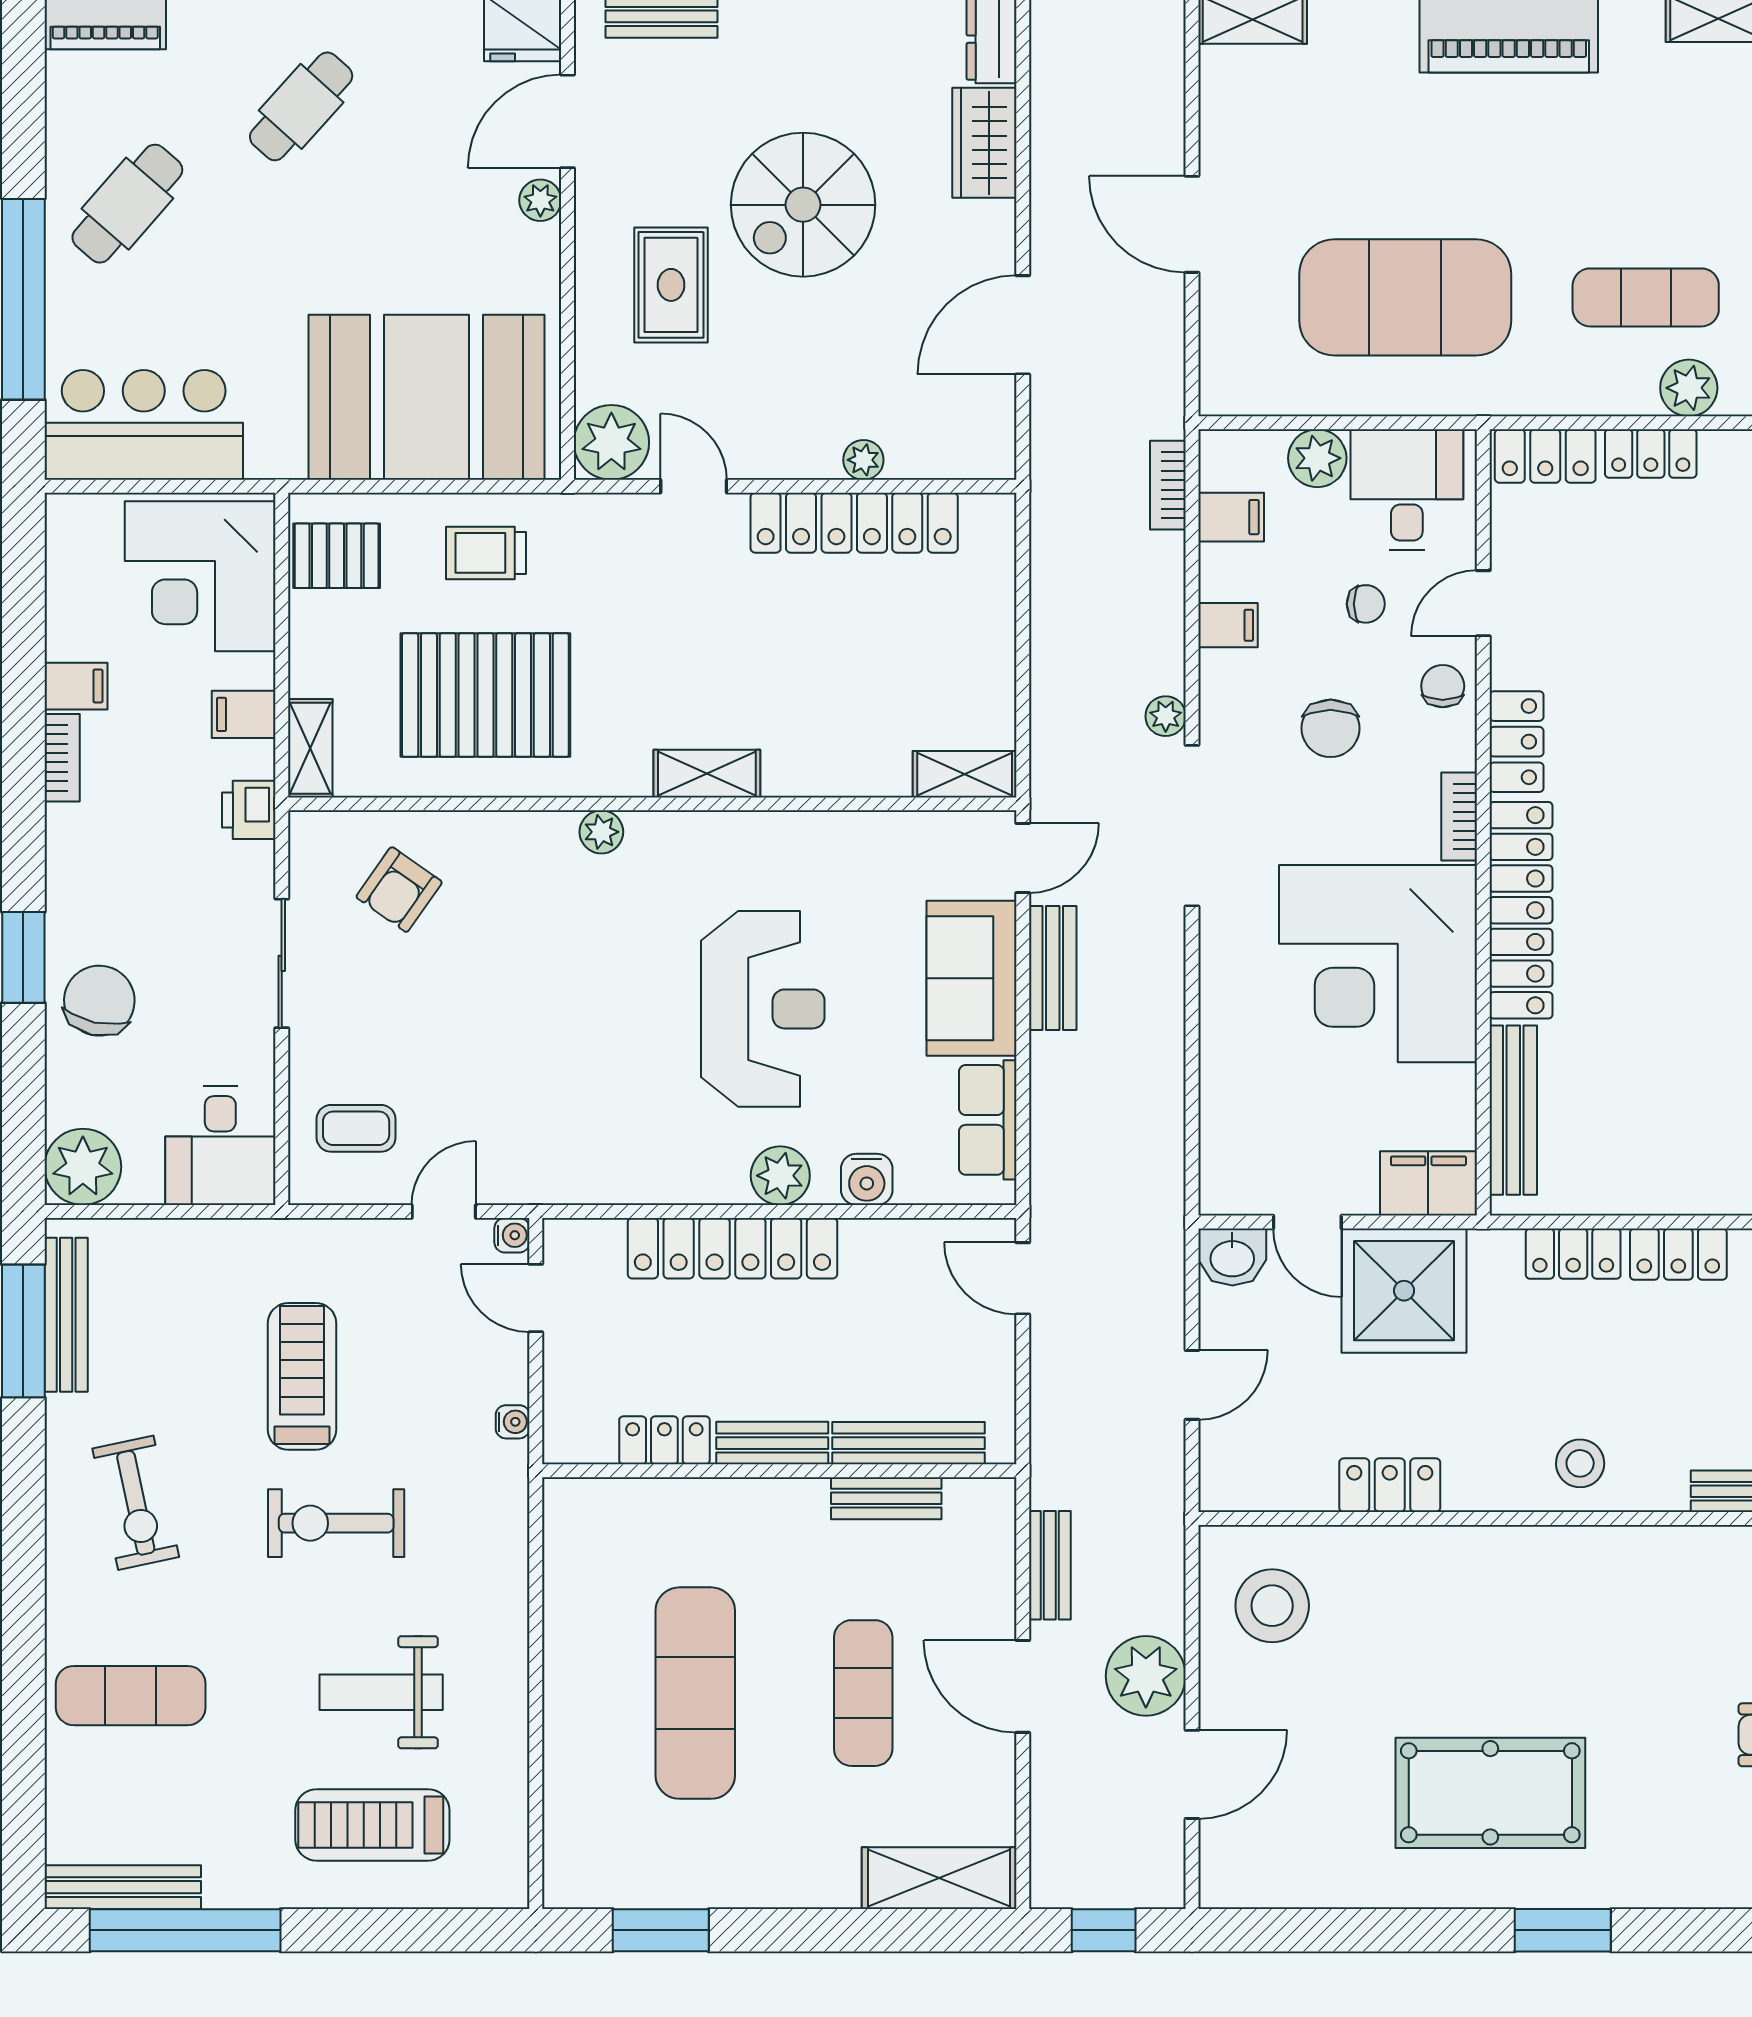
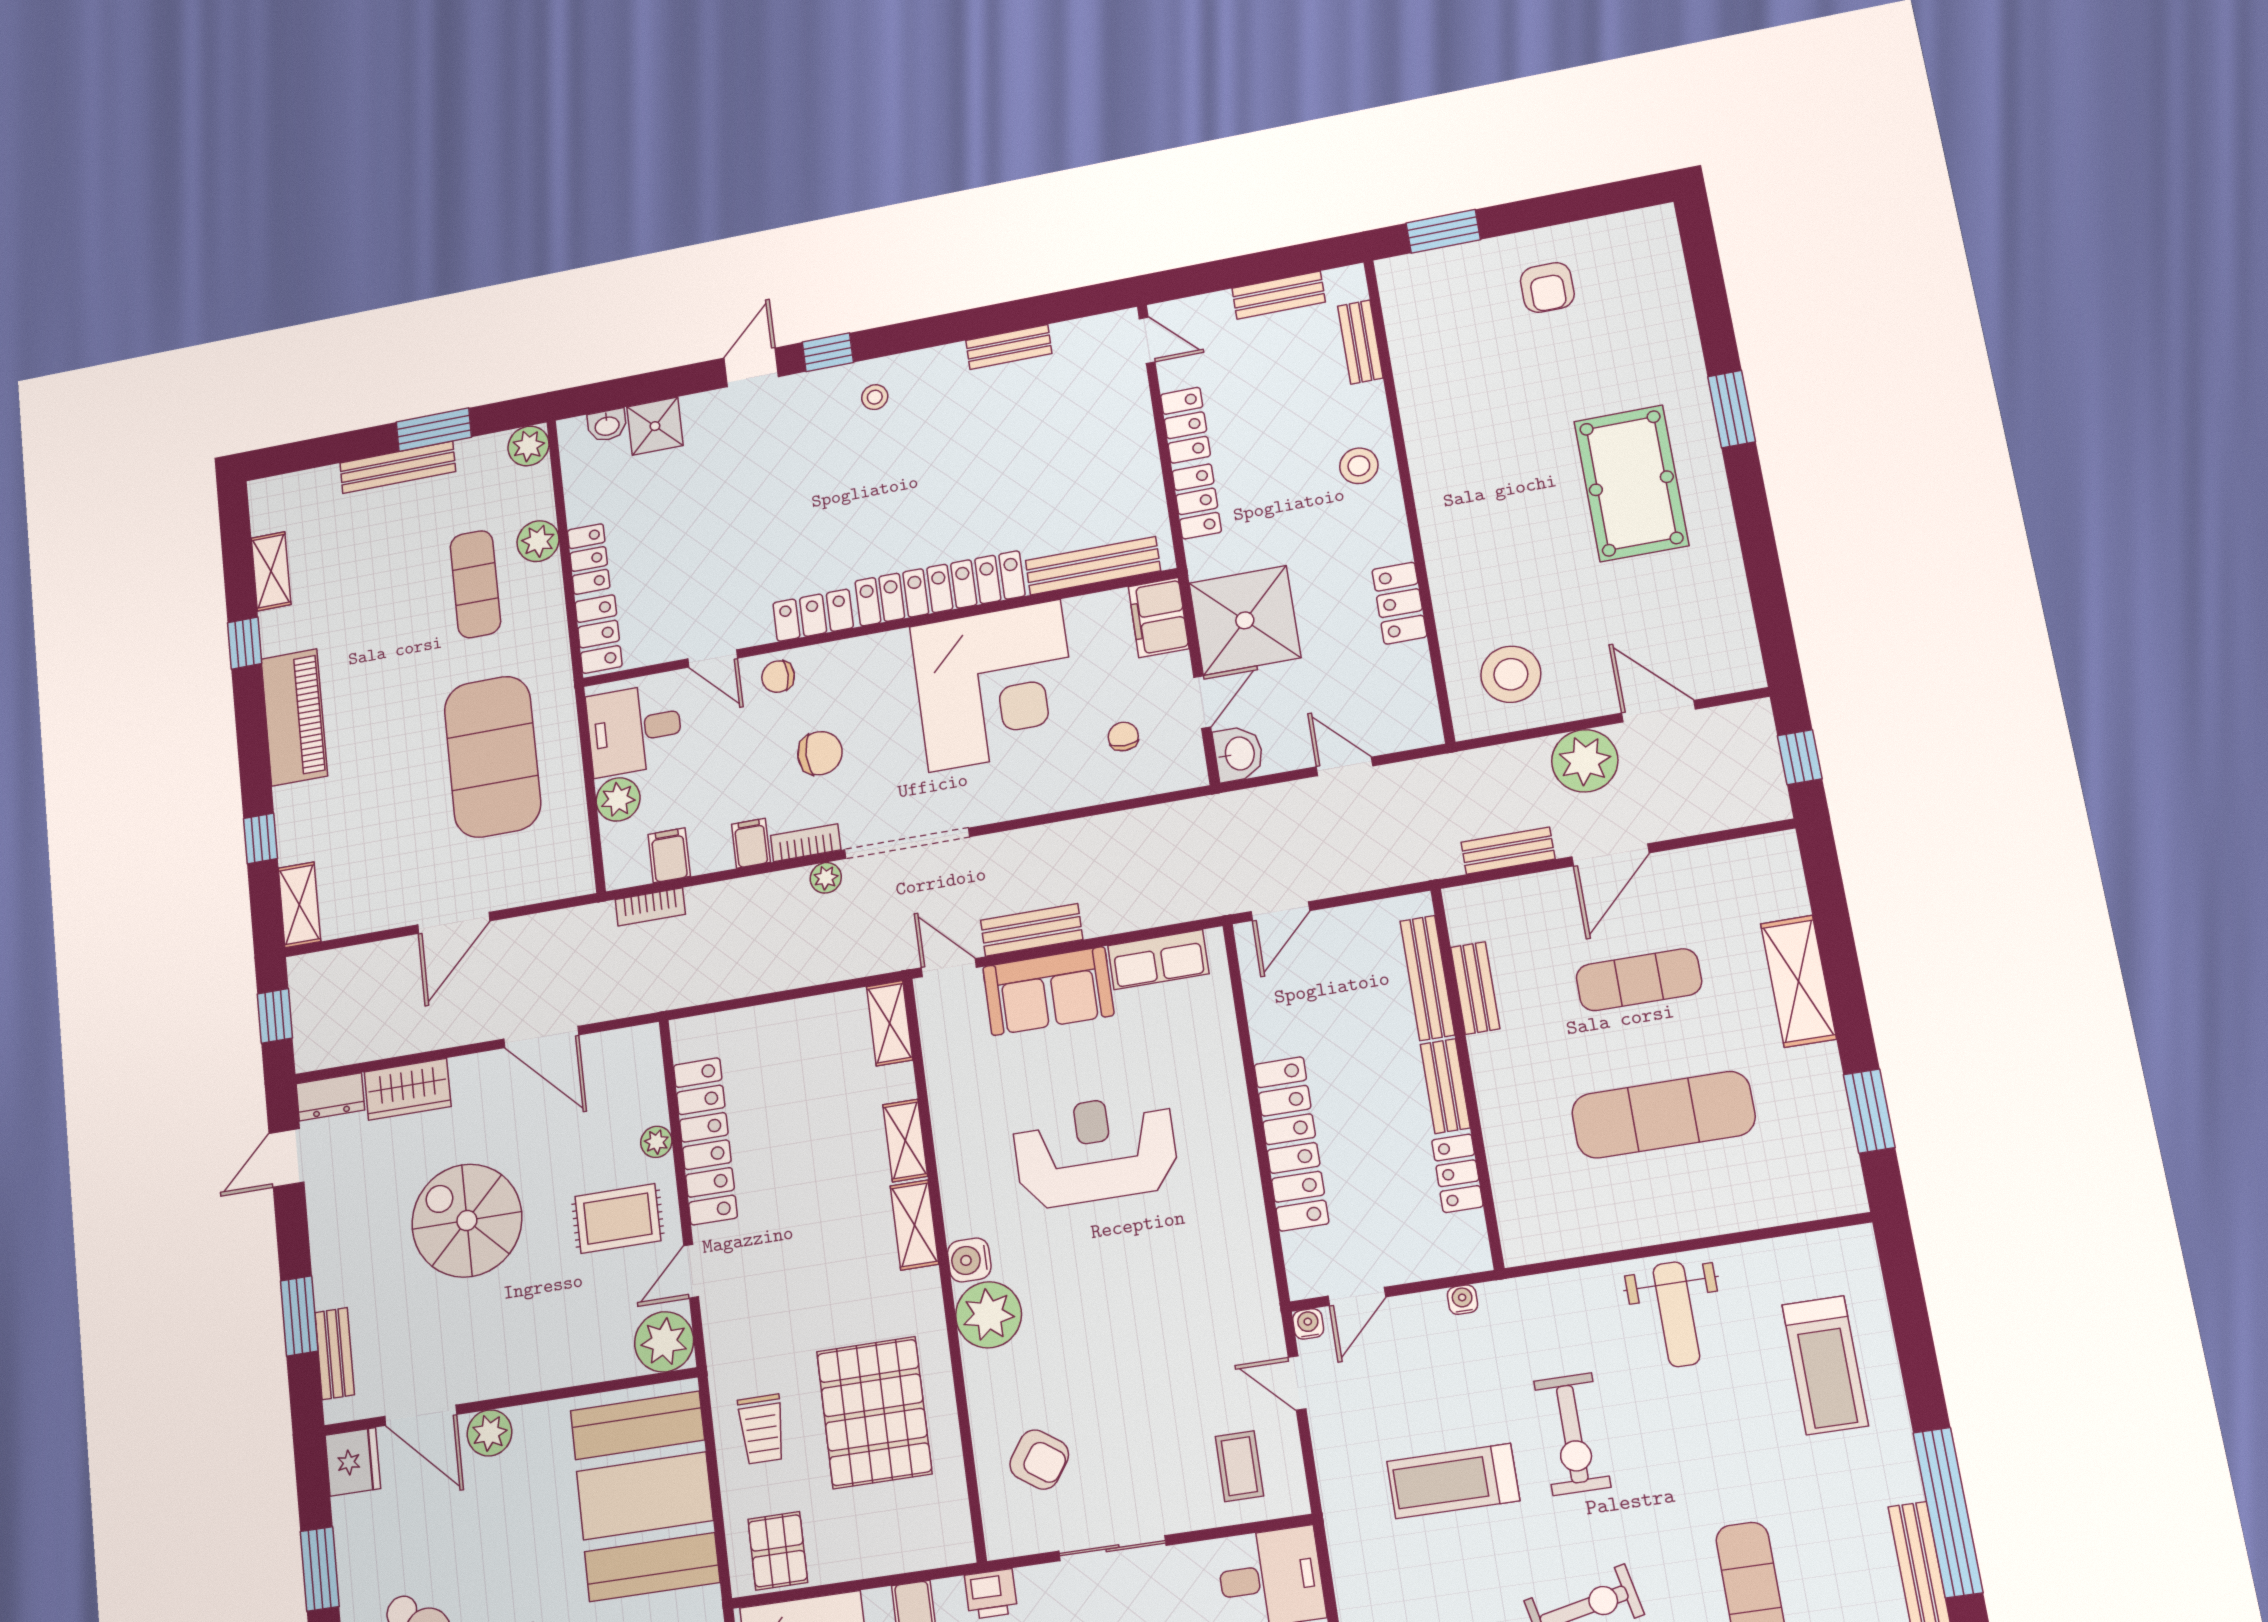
plant: (540, 200) -> (489, 1433), width x1.38, depth x1.38
spiral stairs: (803, 205) -> (467, 1220), turned 180
rug: (671, 285) -> (618, 1219), moved
chair: (1366, 604) -> (1123, 737), moved
shelving: (310, 748) -> (905, 1140), moved, turned 90
bookcase: (1459, 817) -> (806, 843), moved, turned 180
plant: (601, 832) -> (989, 1315), width x1.87, depth x1.87
plant: (780, 1176) -> (1227, 1115), removed
water cooler: (867, 1179) -> (969, 1260), moved, turned 180
weight bench: (381, 1692) -> (1676, 1314), moved
shelving: (939, 1878) -> (1798, 981), moved

